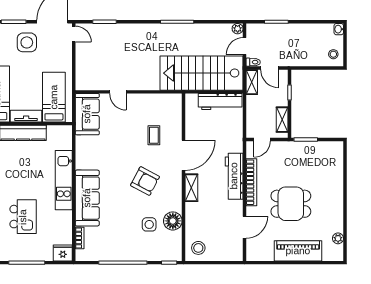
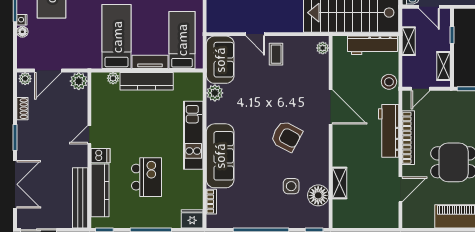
shelving: (252, 82) -> (409, 41), moved
plant: (177, 104) -> (323, 48), added
coffee table: (154, 135) -> (276, 54), moved
plant: (83, 143) -> (215, 93), added
door: (184, 155) -> (331, 107), hinge flipped
shelving: (191, 188) -> (340, 183), moved
floor lamp: (173, 221) -> (318, 195), moved
stool: (198, 248) -> (389, 82), moved

